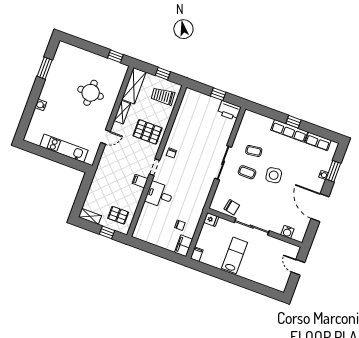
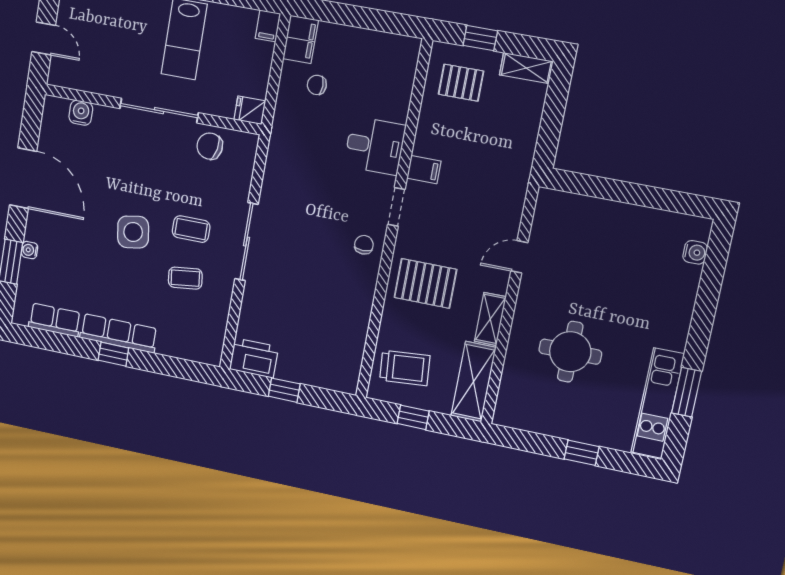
window: (115, 56) -> (582, 453), moved
water cooler: (41, 105) -> (695, 252), moved
kitchen unit: (64, 148) -> (658, 403), moved, turned 90

